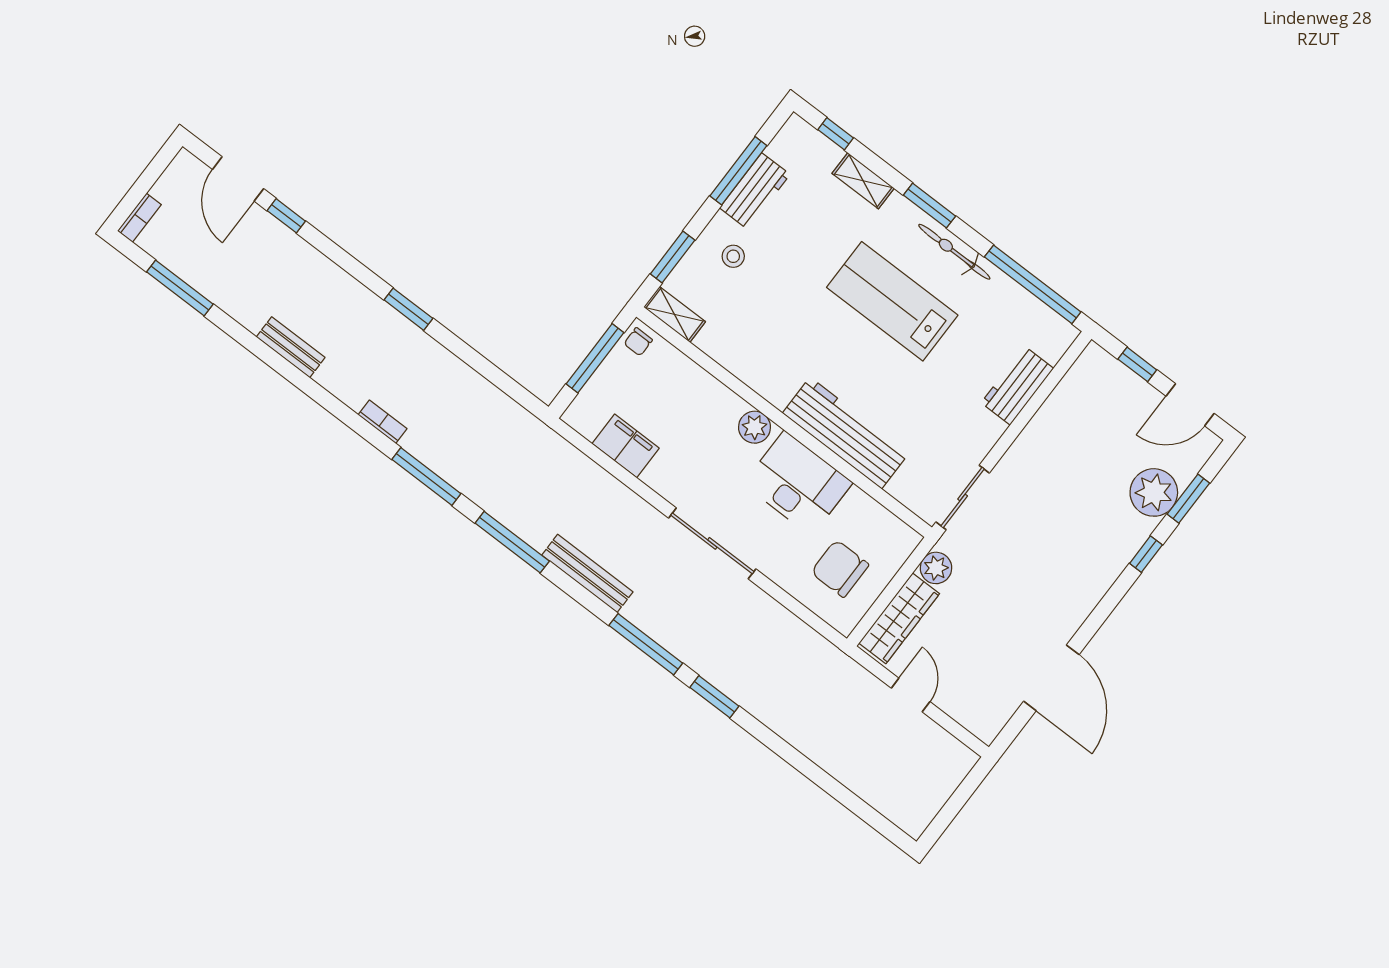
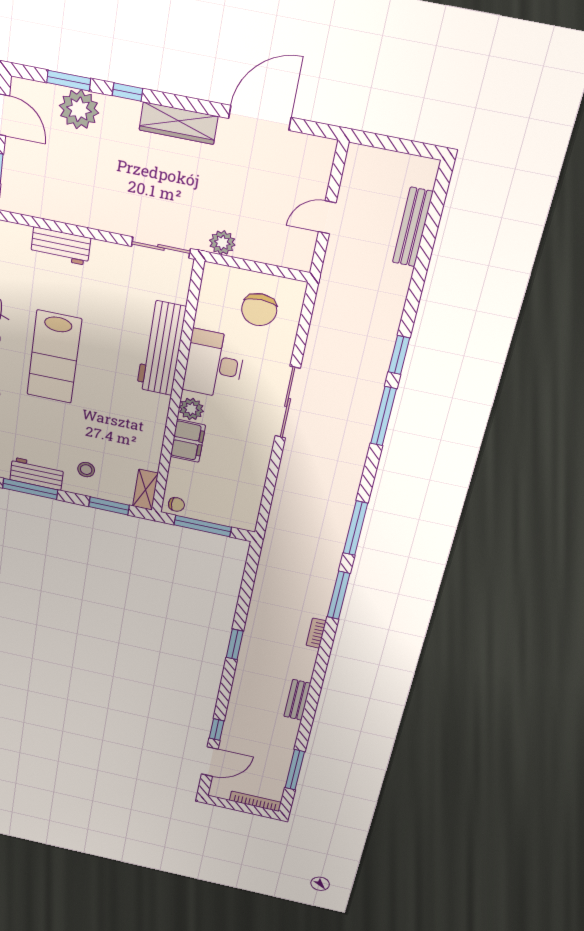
bookcase: (139, 218) -> (255, 801), width x1.56
filing cabinet: (626, 446) -> (188, 441), moved, turned 180
bench: (587, 573) -> (413, 227), moved
wardrobe: (899, 618) -> (178, 123), moved, turned 180

